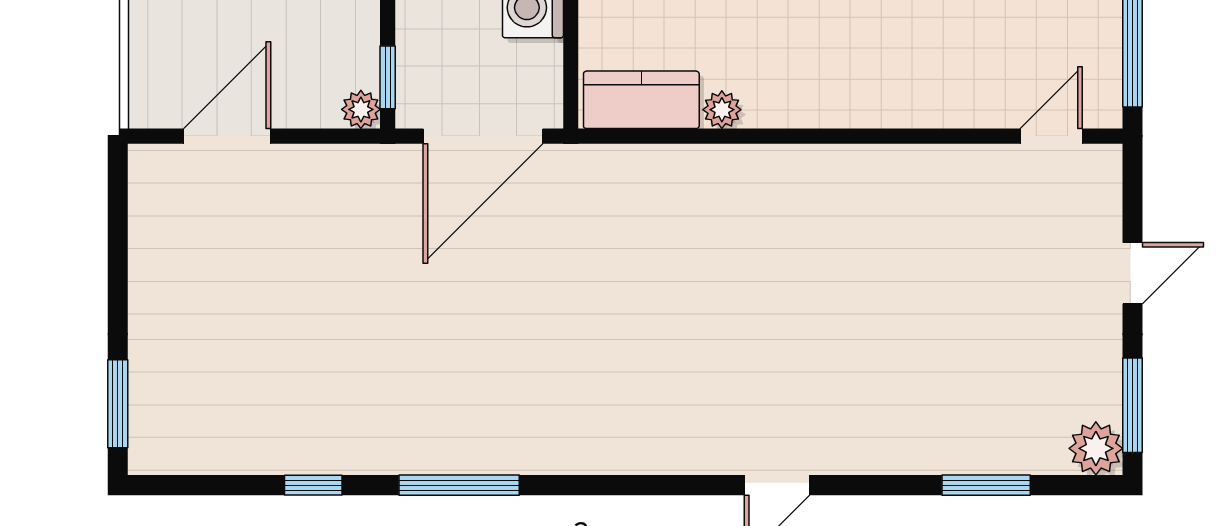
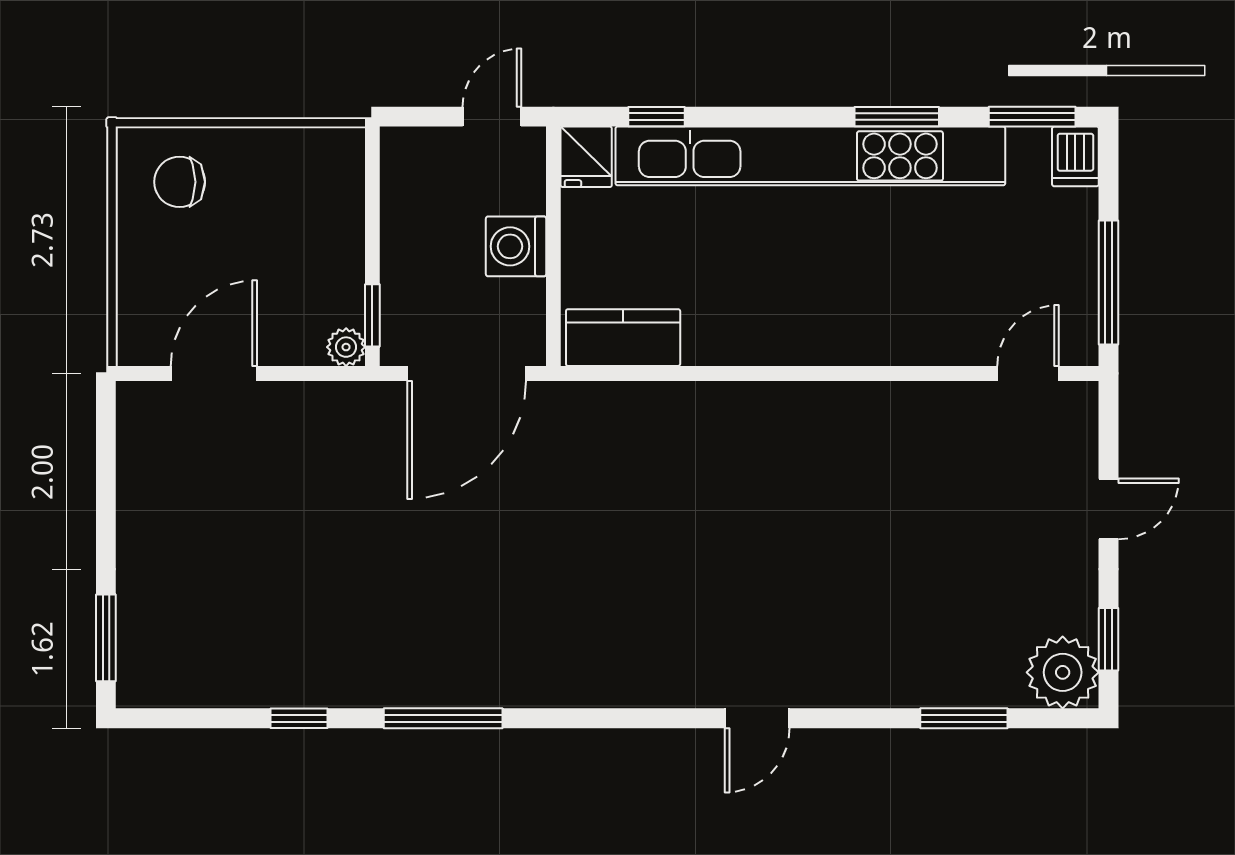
plant: (722, 110) -> (703, 347), removed
window: (1133, 405) -> (1109, 639), width x0.67
plant: (1096, 448) -> (1063, 672), width x1.36, depth x1.36

